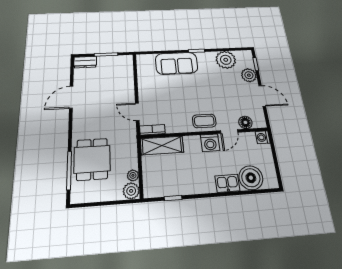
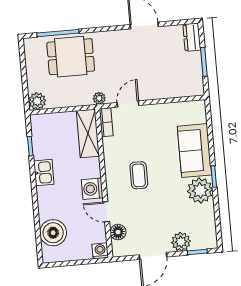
plant: (226, 60) -> (200, 190), moved
coffee table: (204, 121) -> (139, 175), moved
plant: (133, 175) -> (99, 98), moved
kitchen sink: (227, 183) -> (44, 173), moved

